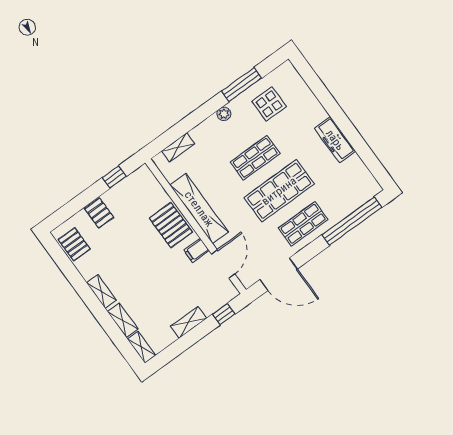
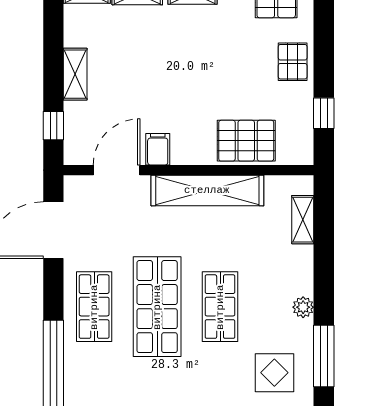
pallet: (99, 213) -> (293, 62), turned 90
pallet: (171, 225) -> (246, 141), moved
door: (223, 264) -> (117, 170), swing flipped

